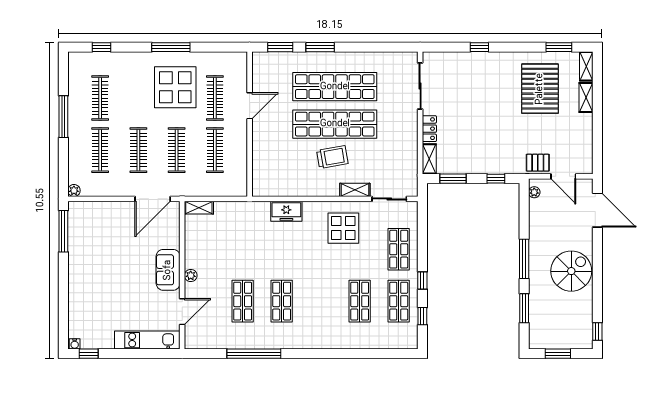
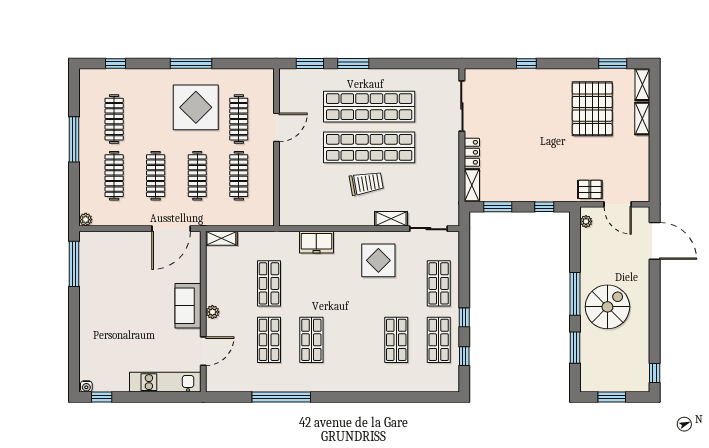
shop shelf: (243, 249) -> (269, 283), added
spiral stairs: (571, 271) -> (607, 307), moved

